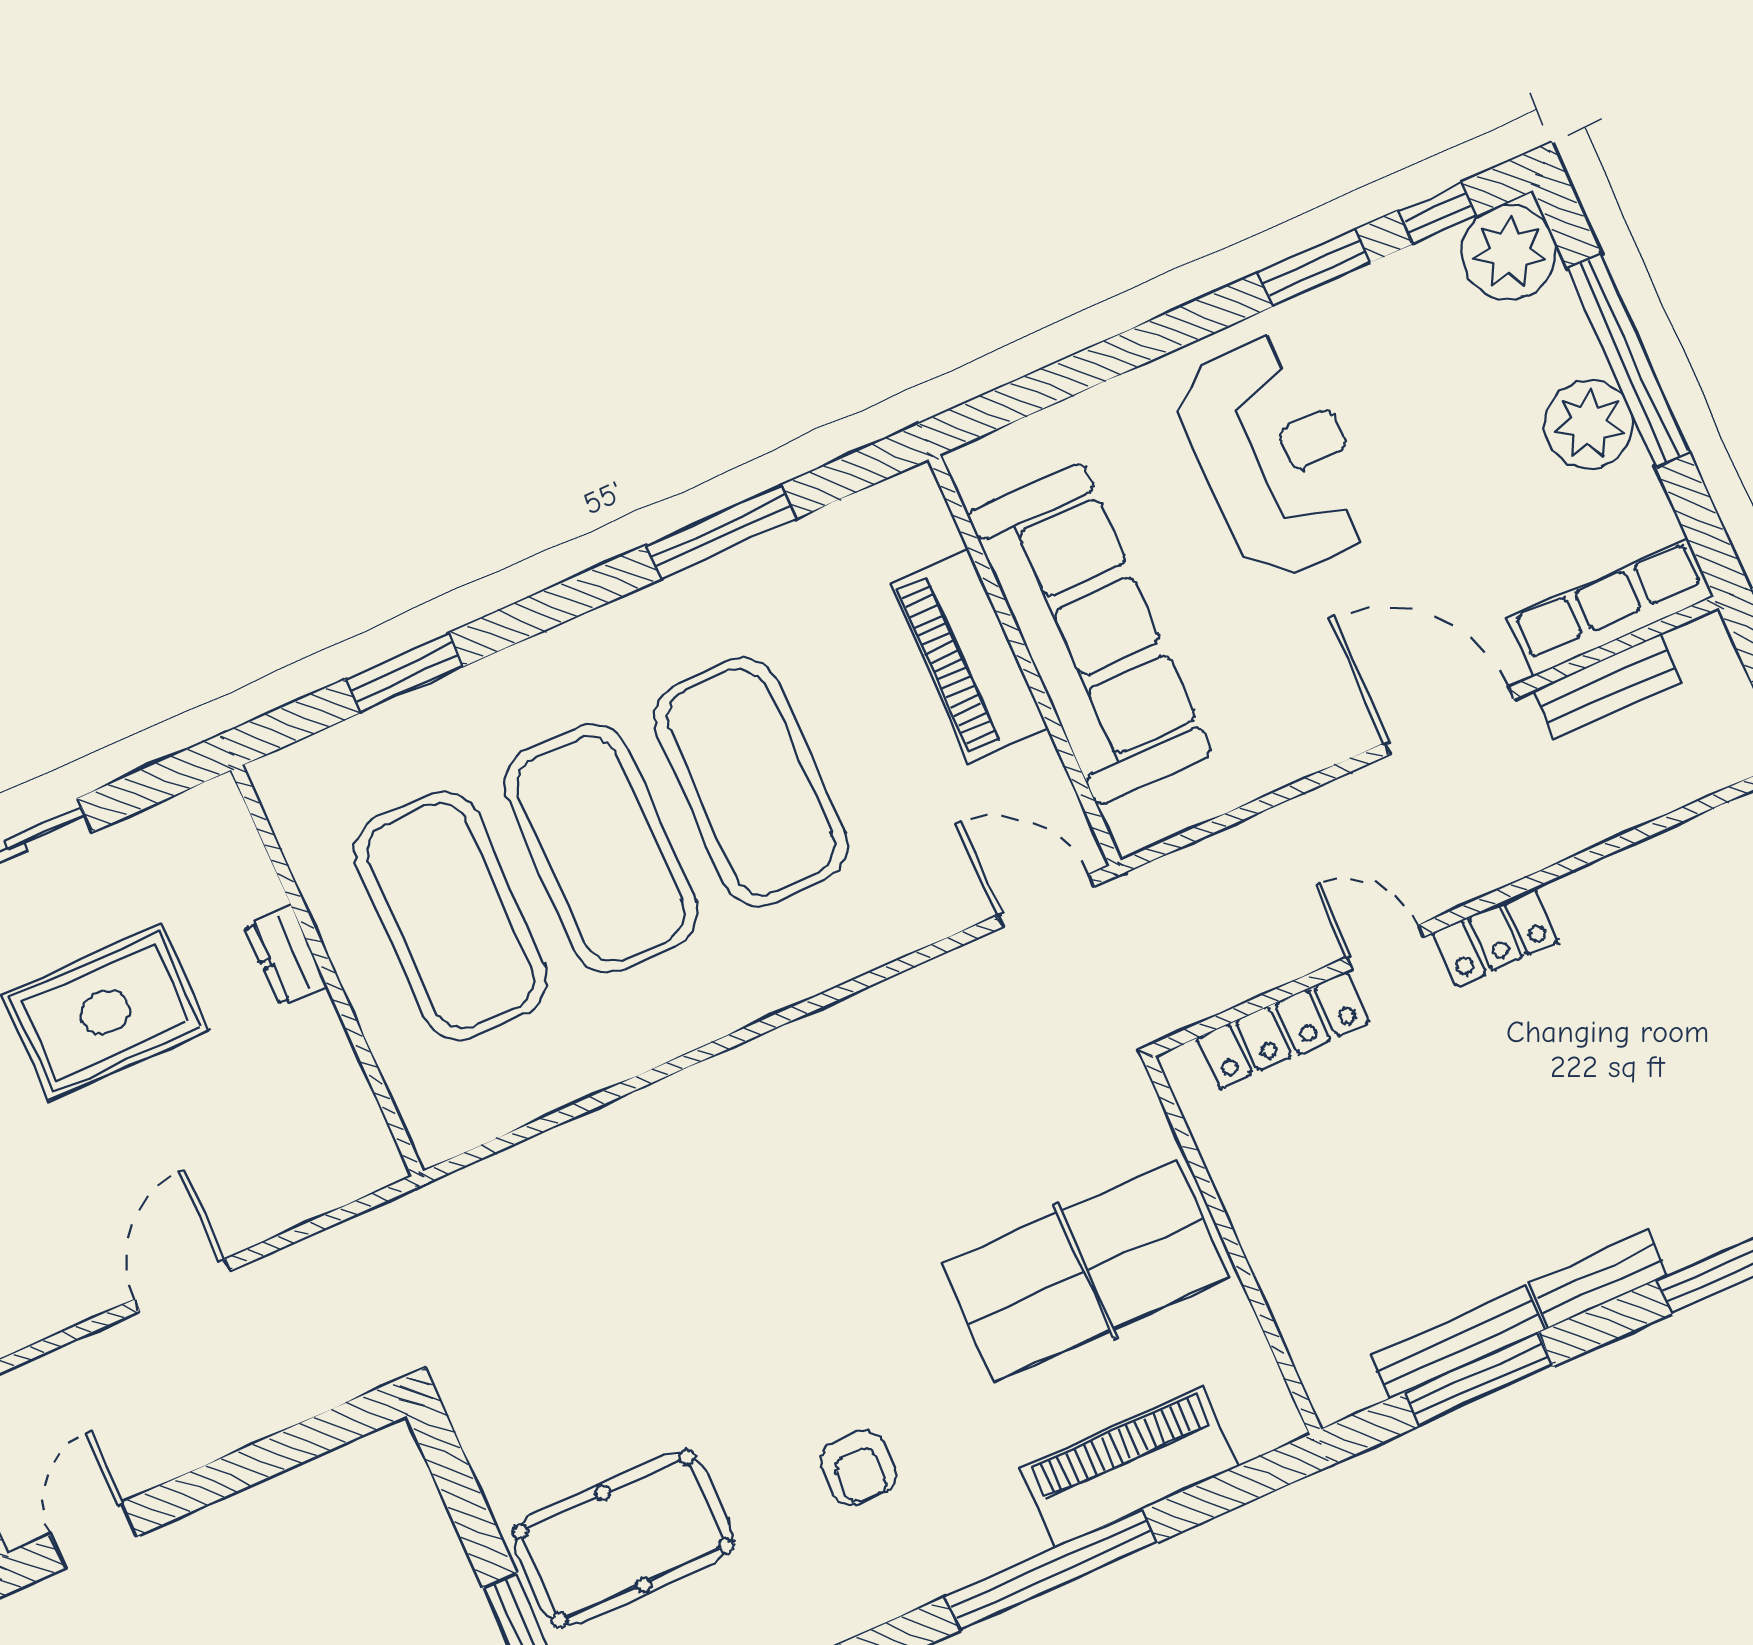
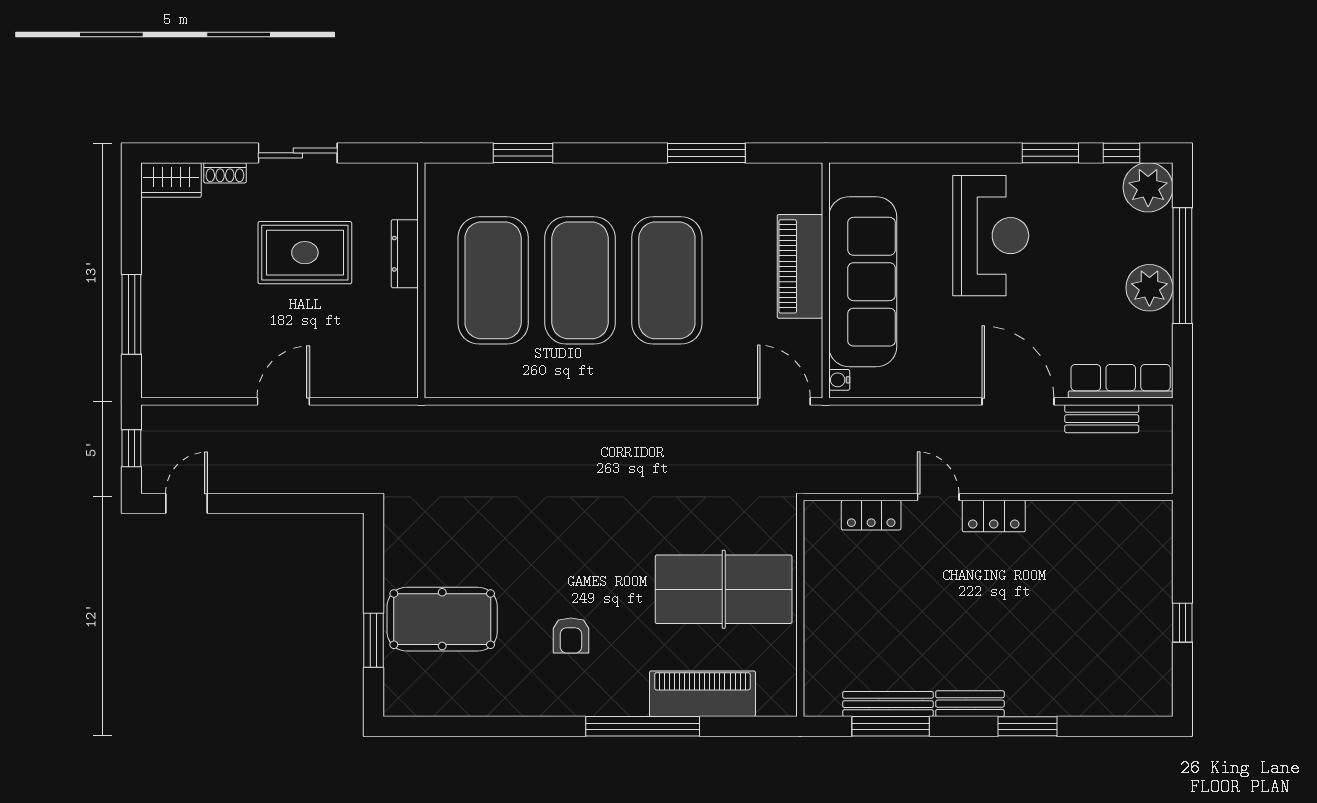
water cooler: (1124, 821) -> (839, 380), added
dresser: (286, 955) -> (405, 254), width x1.44
locker: (1283, 1030) -> (871, 515), width x0.66

